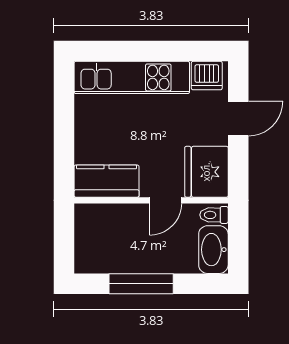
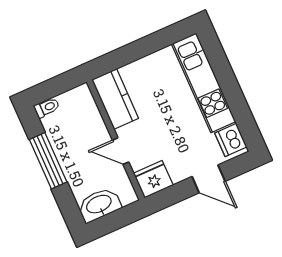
fridge: (206, 172) -> (153, 179), width x0.73, depth x0.75
toilet: (214, 215) -> (47, 108), moved, turned 90

